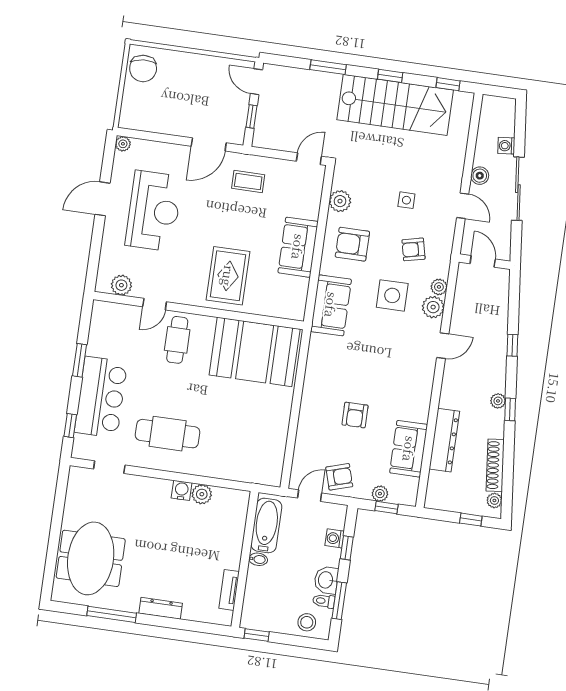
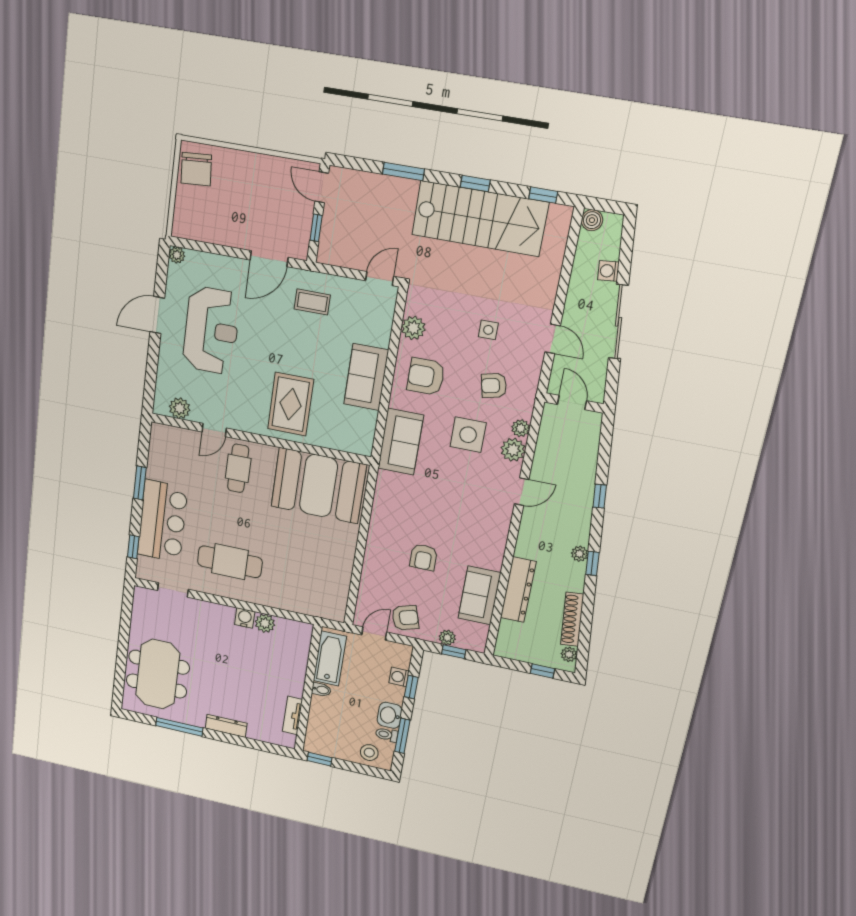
boiler: (480, 176) -> (592, 220), moved

